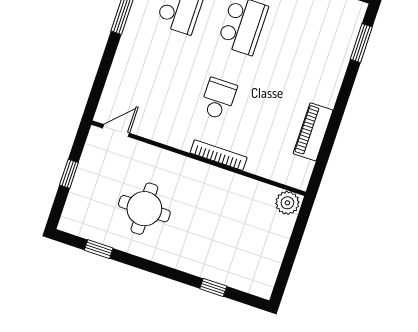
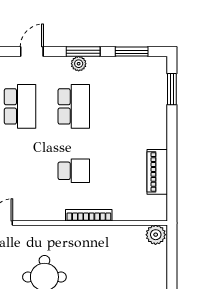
school desk: (218, 99) -> (74, 171), turned 90

